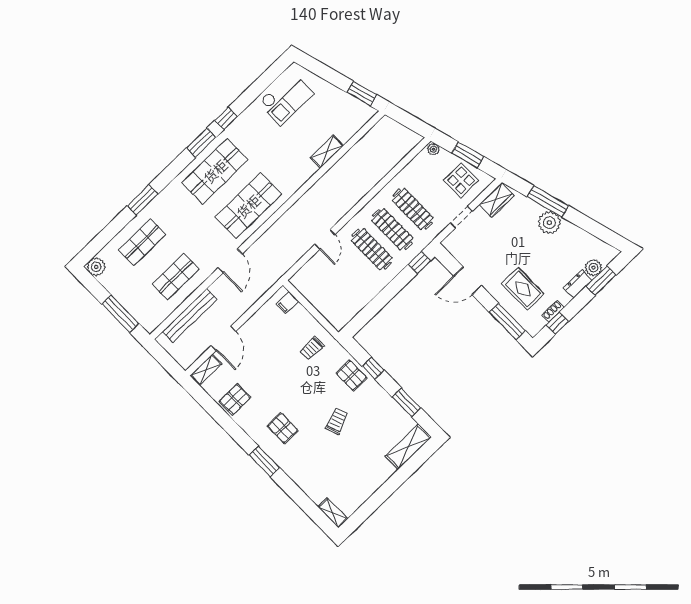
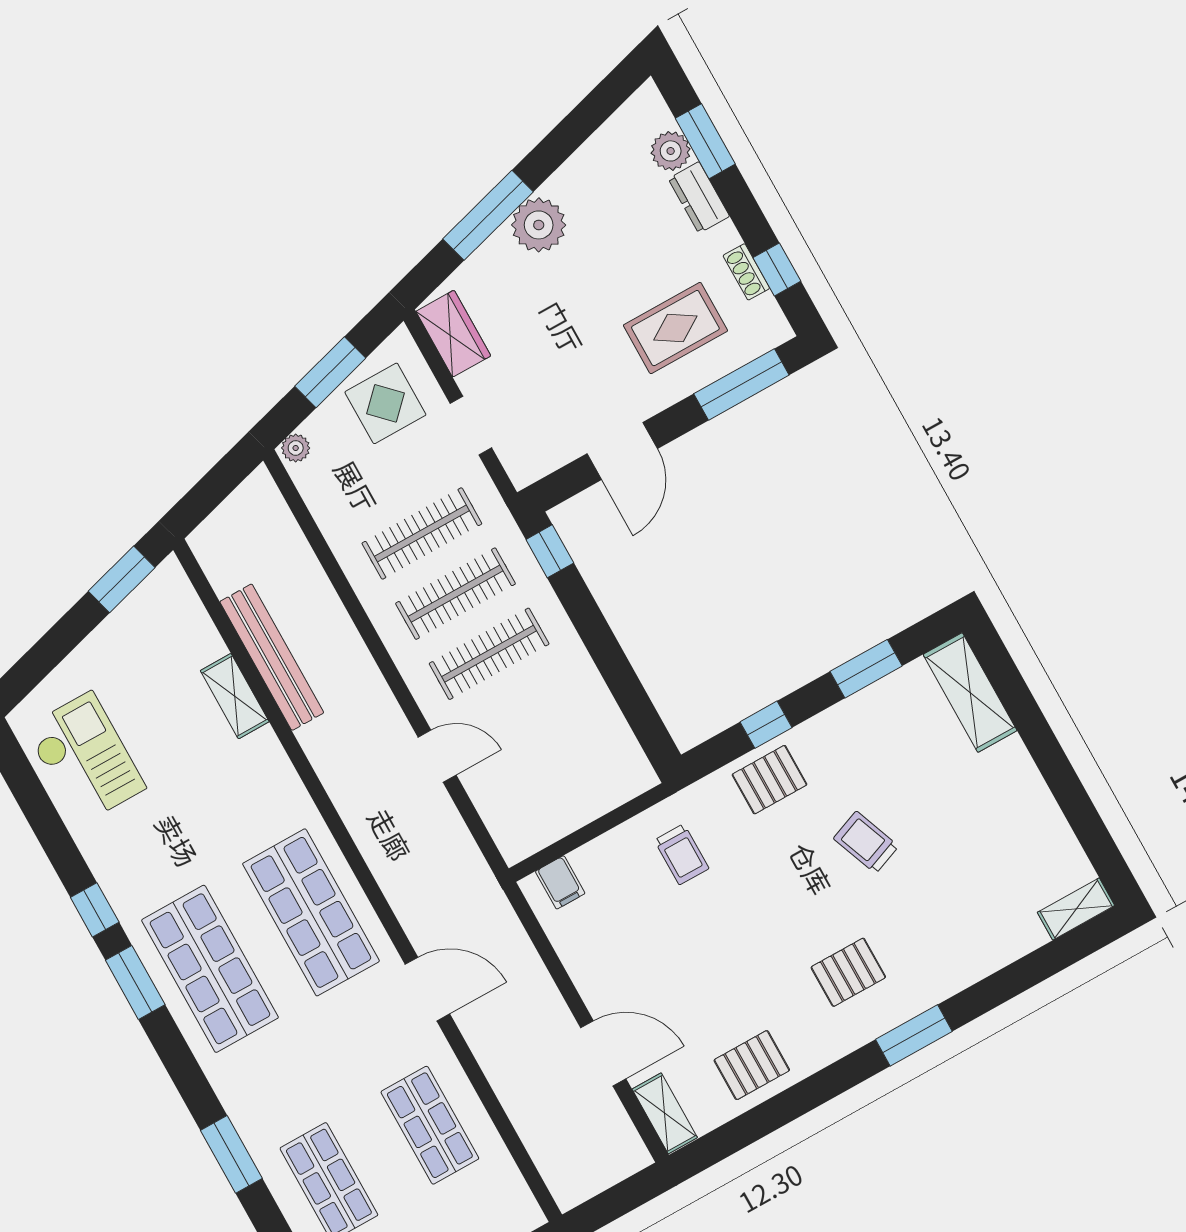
bench: (190, 315) -> (272, 657), moved
pallet: (235, 399) -> (752, 1065), turned 90

